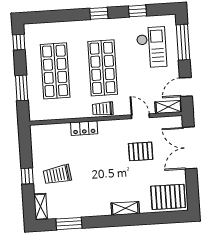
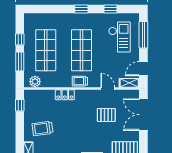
window: (19, 42) -> (20, 39), moved
plant: (44, 113) -> (35, 82), added
window: (27, 176) -> (20, 105), moved

